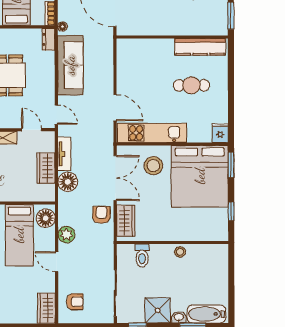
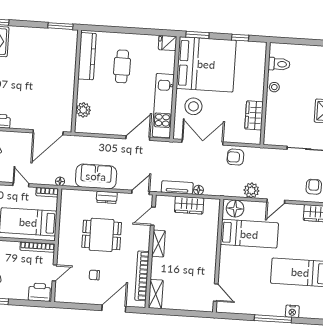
dresser: (49, 39) -> (107, 197), moved
plant: (142, 47) -> (83, 110), added
sofa: (70, 65) -> (96, 176), width x0.73
floor lamp: (68, 182) -> (199, 190), width x0.53, depth x0.53
wardrobe: (126, 221) -> (254, 115), moved, turned -90
toilet: (142, 256) -> (279, 64), moved

